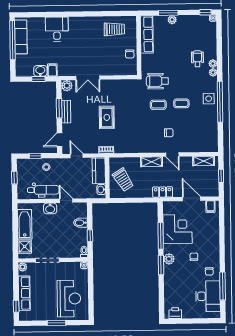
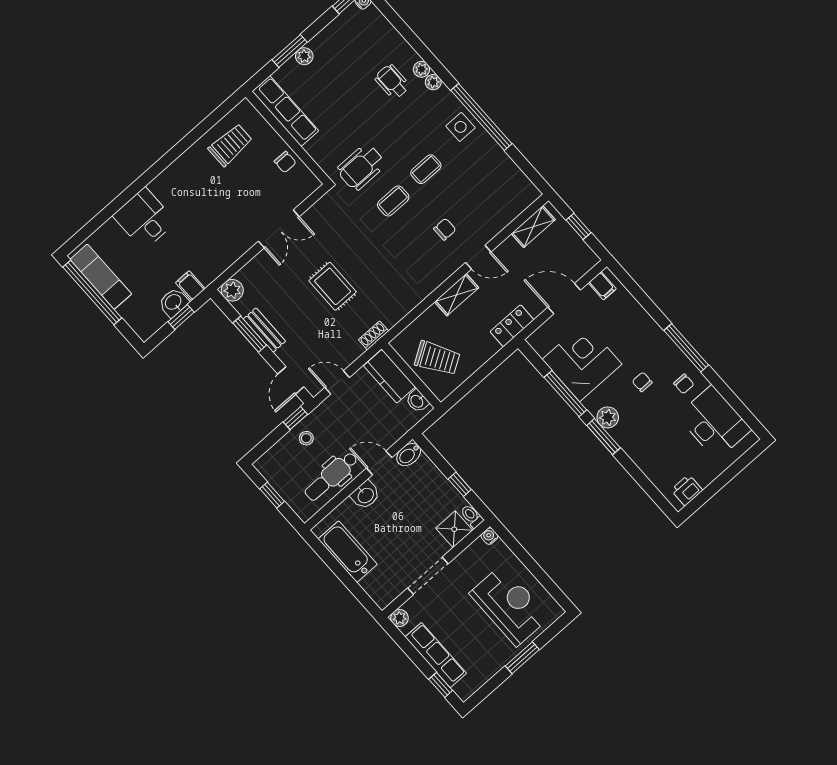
double door: (88, 78) -> (279, 229), moved
window: (35, 156) -> (295, 418), moved
dental chair: (43, 190) -> (331, 476), turned 180
bidet: (80, 223) -> (409, 455), moved
shower: (25, 247) -> (454, 529), moved
window: (223, 286) -> (686, 348), moved

